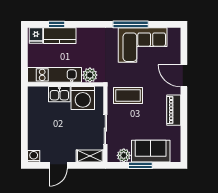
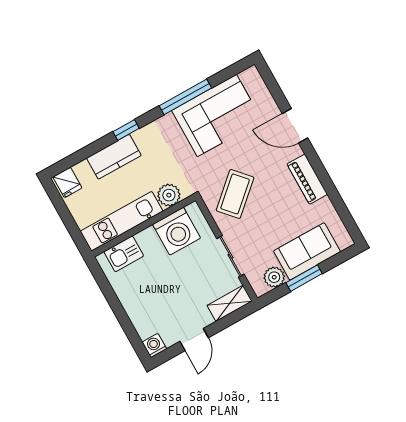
window: (57, 24) -> (126, 130), moved
kitchen counter: (60, 36) -> (114, 157), moved
kitchen sink: (59, 94) -> (124, 254), moved
coffee table: (128, 95) -> (235, 194), turned -42

